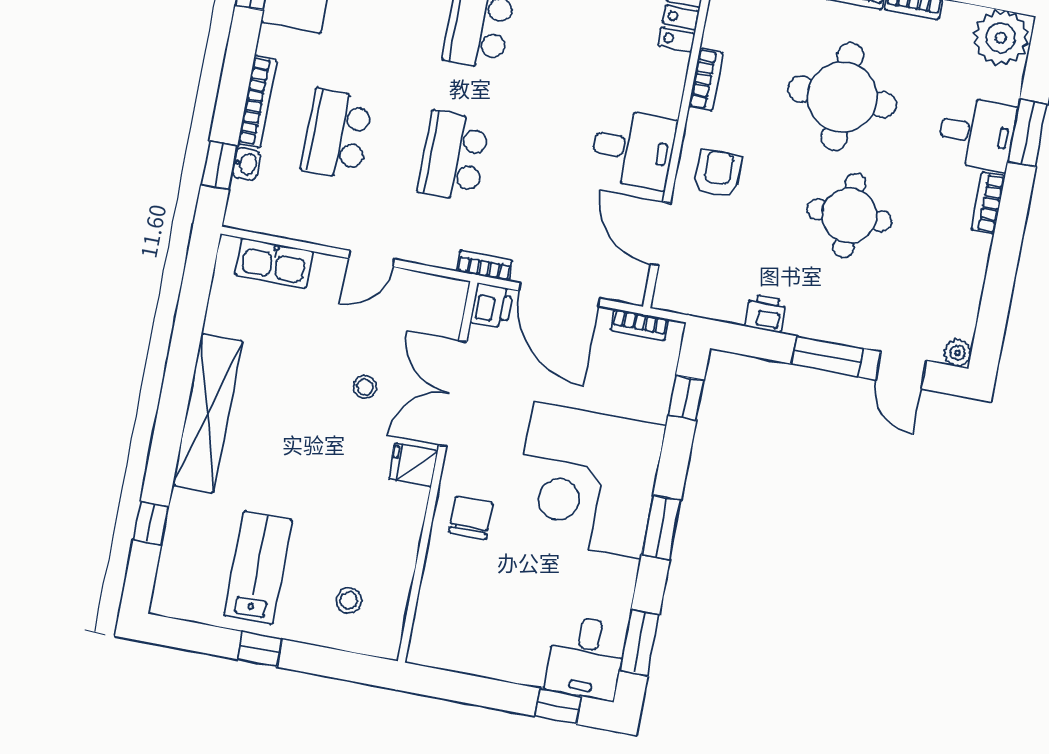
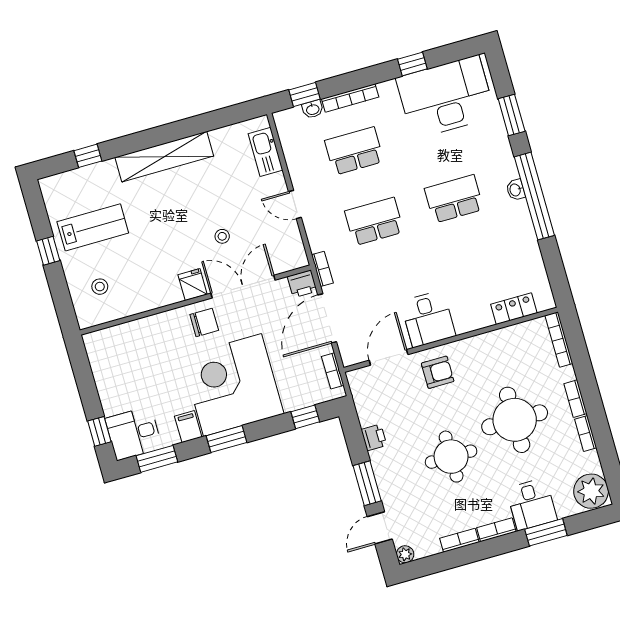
bookcase: (706, 79) -> (459, 540), moved, turned 180
chair: (471, 518) -> (204, 322), moved
filing cabinet: (616, 574) -> (188, 427), added

